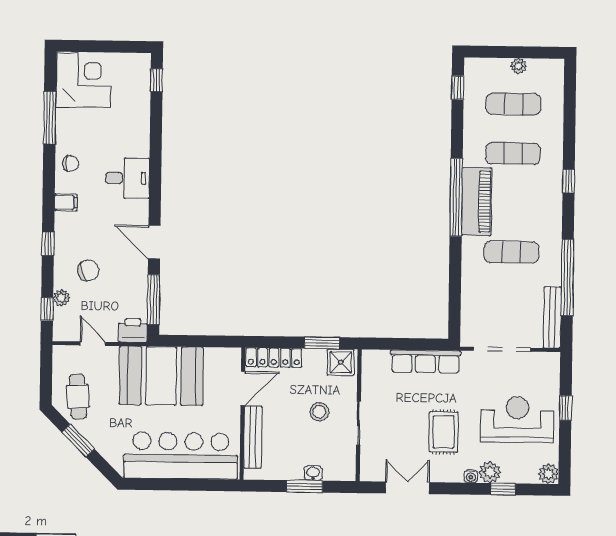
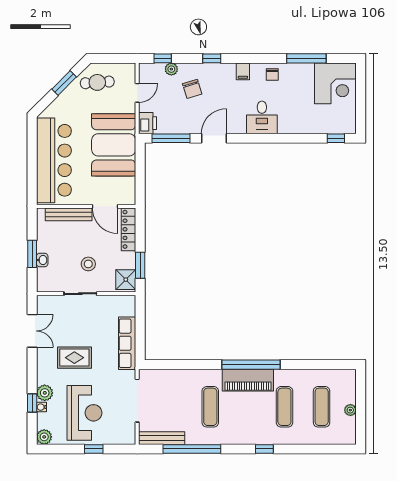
window: (458, 88) -> (333, 365), removed
water cooler: (471, 476) -> (41, 407), moved

